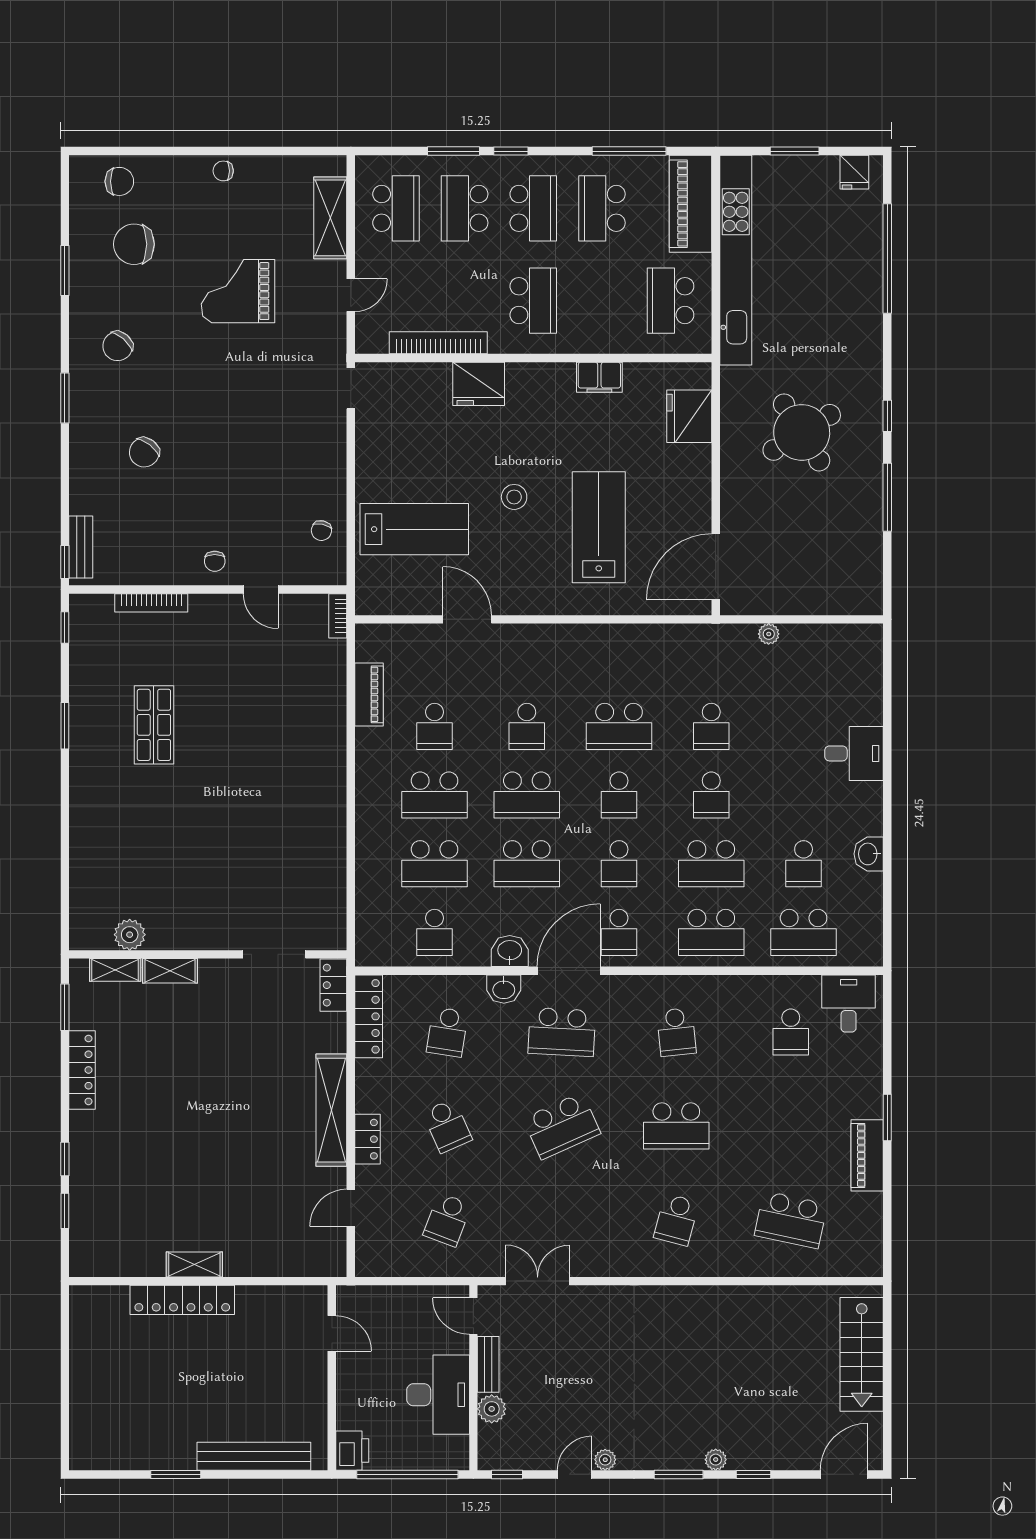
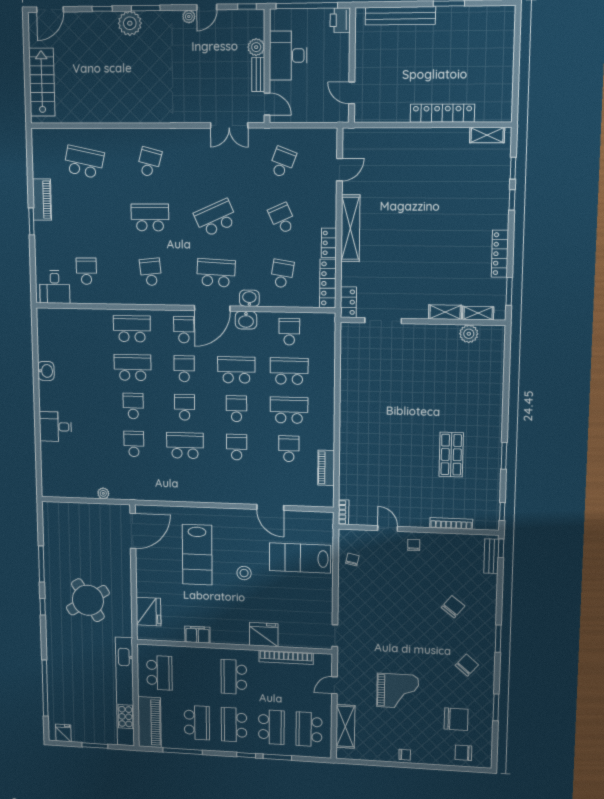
school desk: (527, 795) -> (236, 409), width x0.54
school desk: (804, 864) -> (81, 366), removed
school desk: (804, 932) -> (81, 328), removed
locker: (368, 1139) -> (329, 243), moved
shelving: (194, 1264) -> (487, 135), moved
plant: (716, 1460) -> (130, 23), width x1.87, depth x1.87

